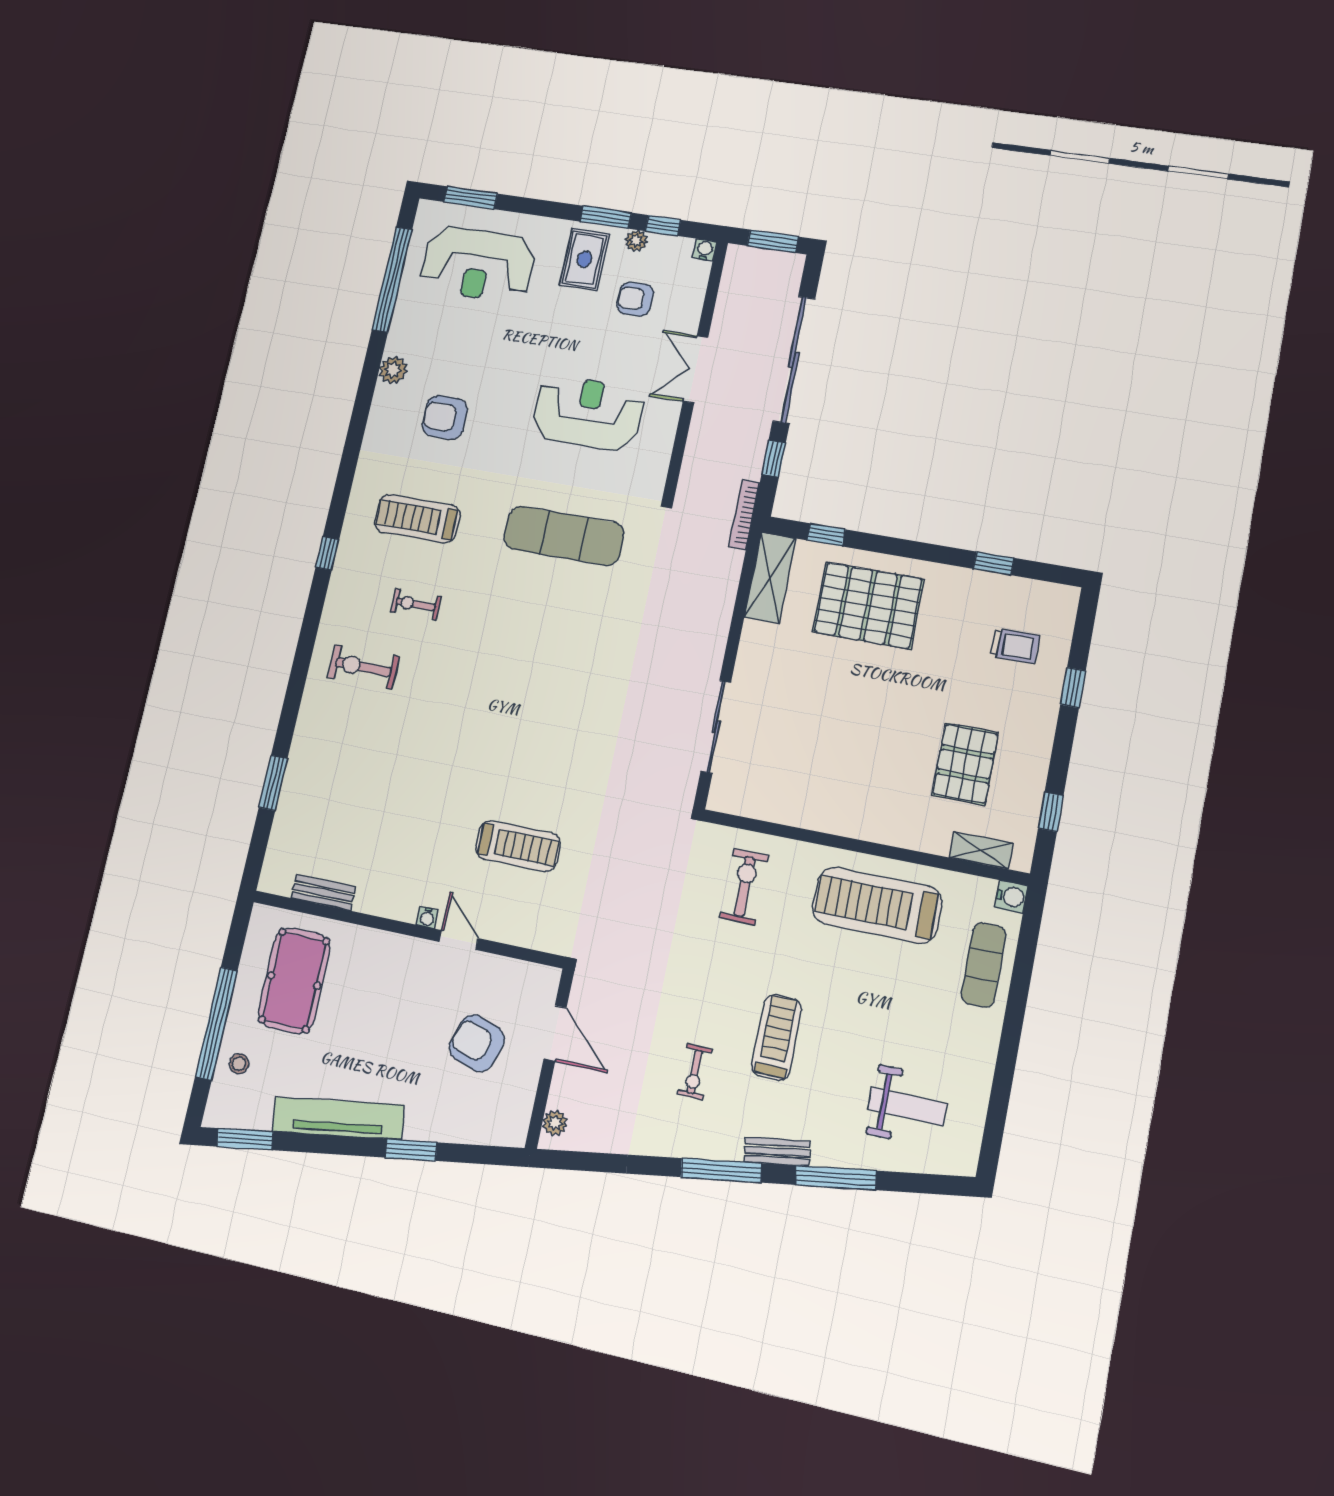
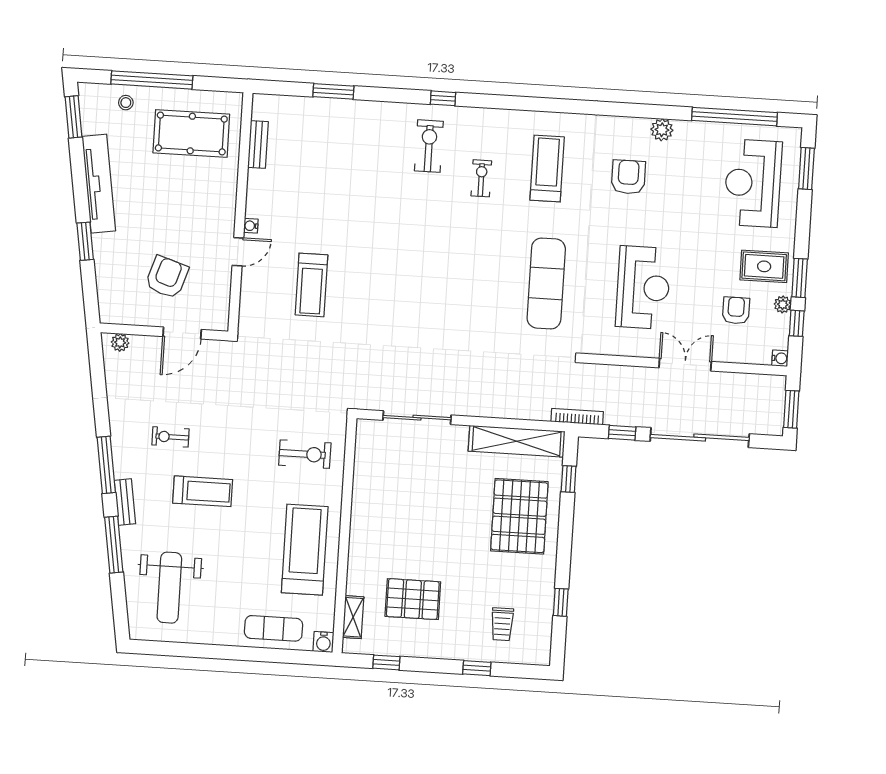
window: (327, 553) -> (443, 98), moved
shelving: (770, 578) -> (517, 441), width x1.47
weight bench: (907, 1106) -> (169, 588), width x1.36, depth x1.33

